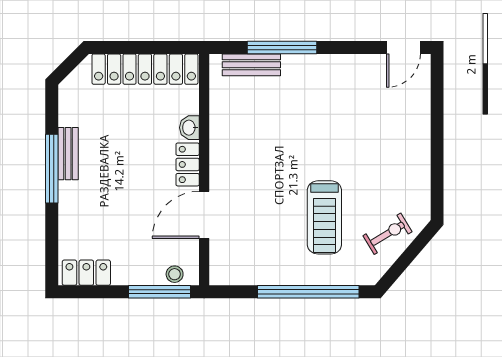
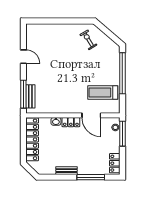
window: (282, 47) -> (23, 94), moved
door: (404, 47) -> (23, 57), moved
window: (52, 169) -> (91, 177), moved
treadmill: (324, 217) -> (103, 92), moved, turned 180
exercise bike: (388, 234) -> (88, 40), moved

